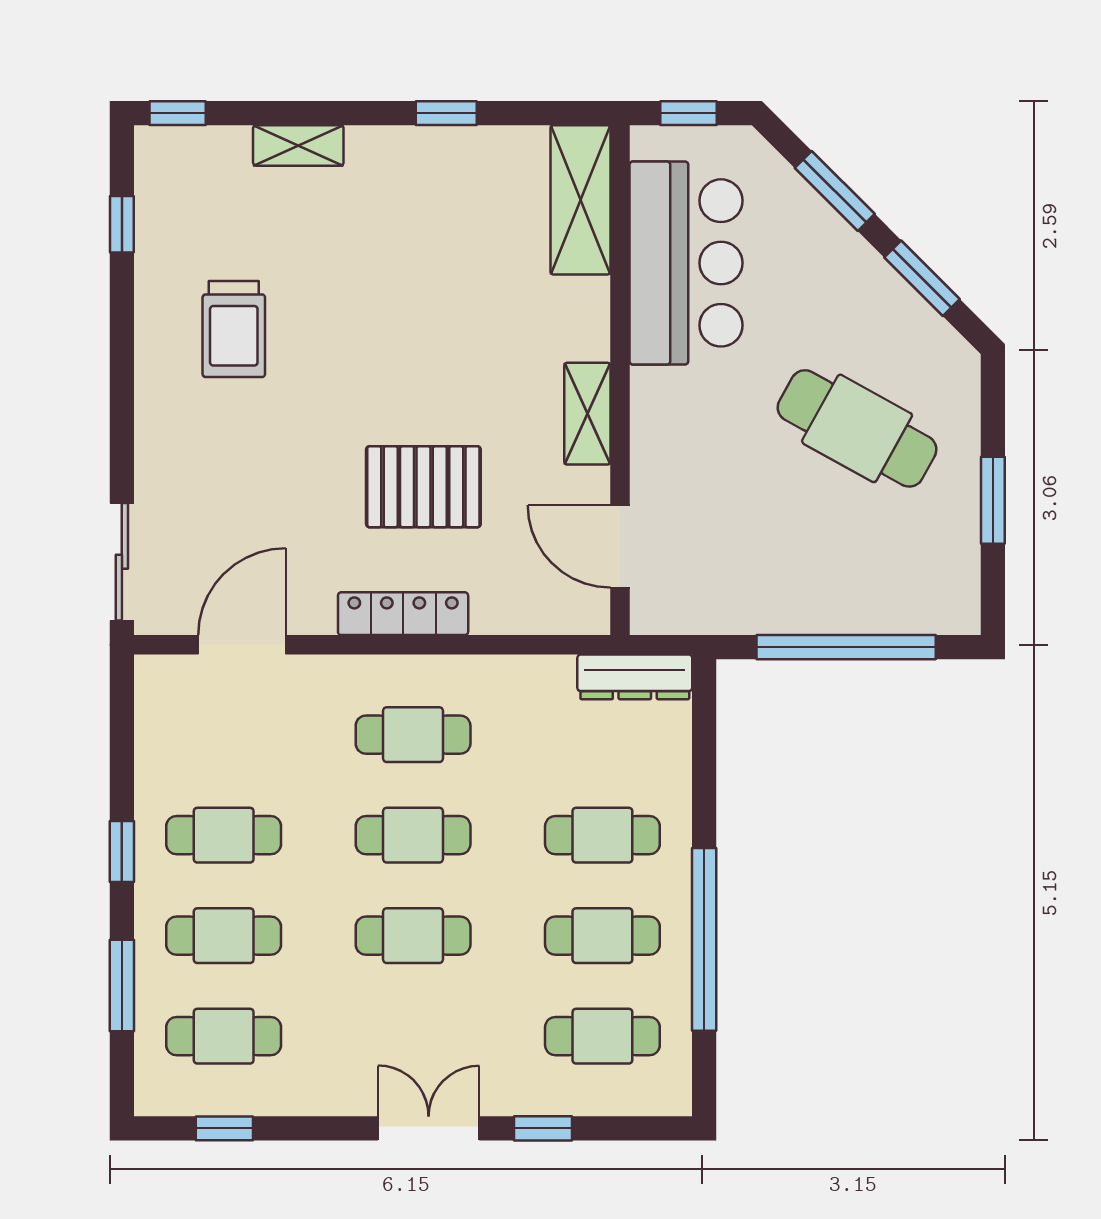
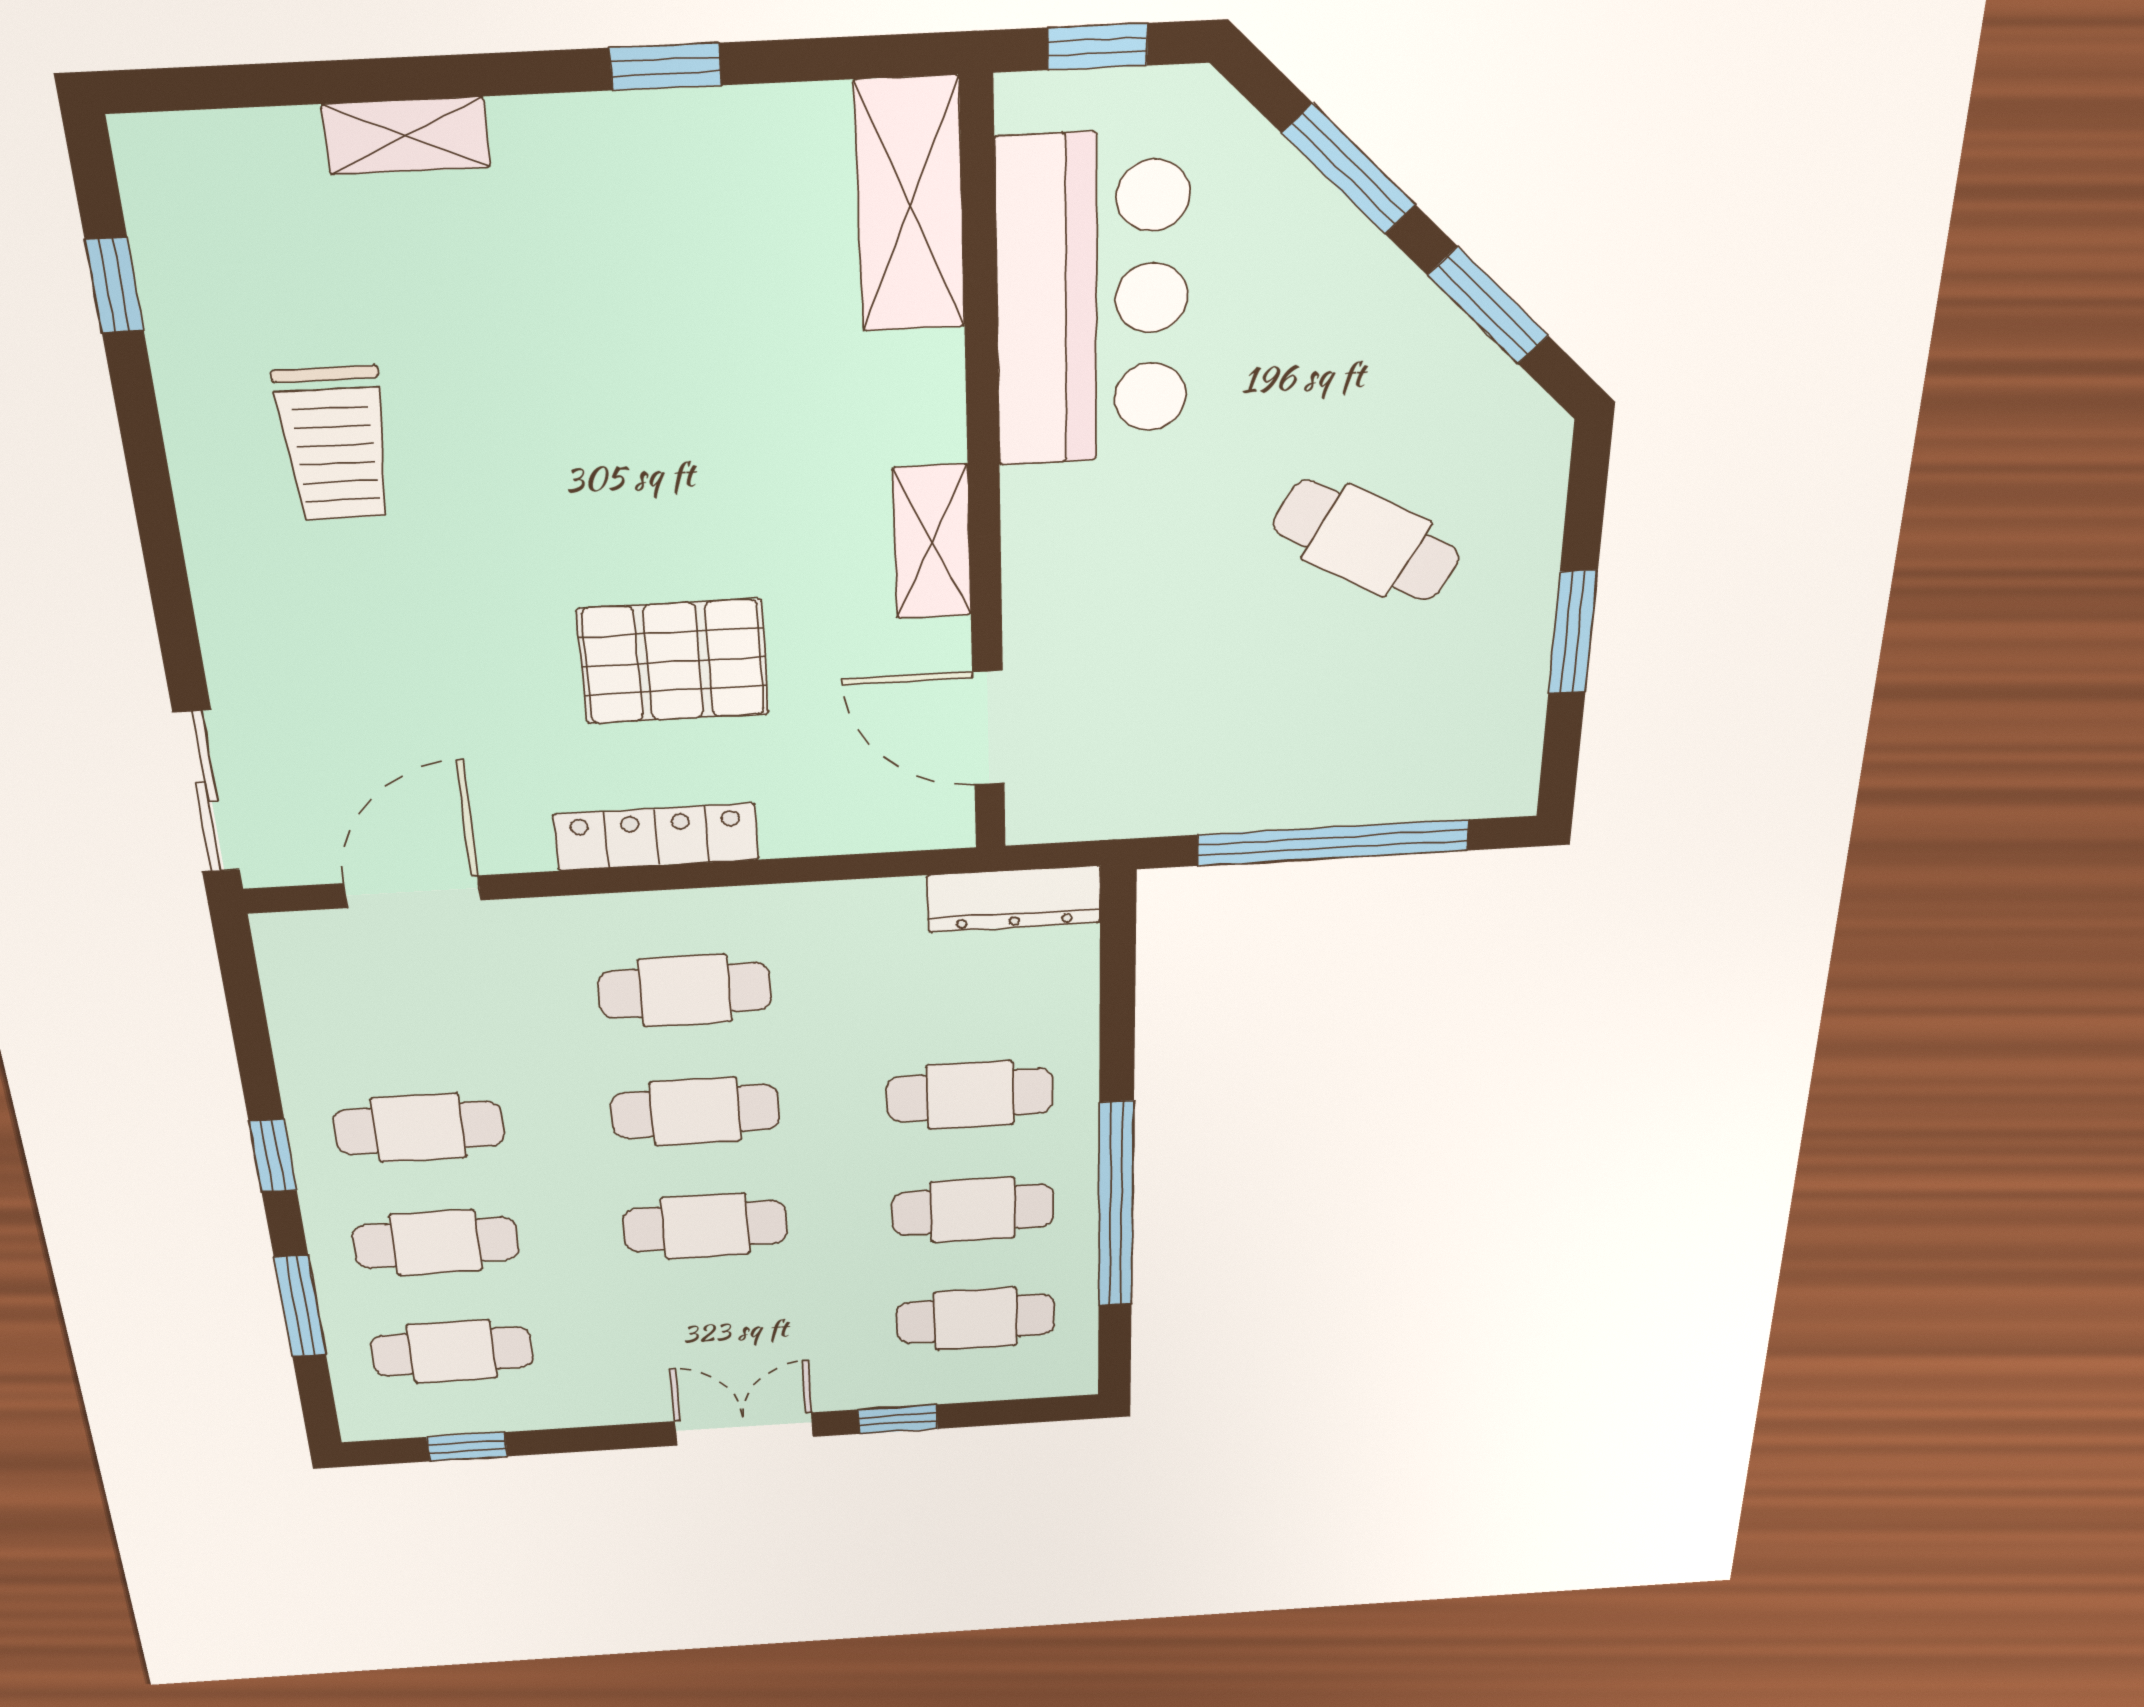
window: (178, 113) -> (181, 89), removed
cafe table: (857, 428) -> (1366, 541), width x0.73, depth x0.74

